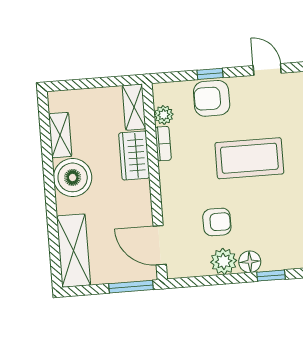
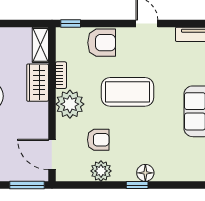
window: (210, 74) -> (71, 24), moved
armchair: (212, 98) -> (102, 43), turned 180
plant: (164, 115) -> (70, 104), moved, width x1.88, depth x1.88
floor lamp: (250, 262) -> (145, 173), moved

